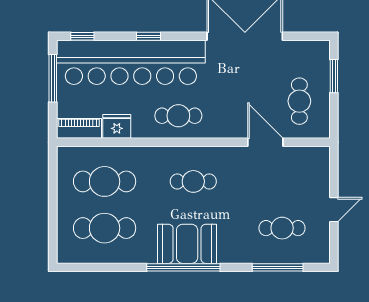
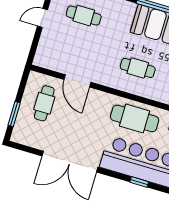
cafe table: (178, 116) -> (135, 118), width x1.37, depth x1.35

